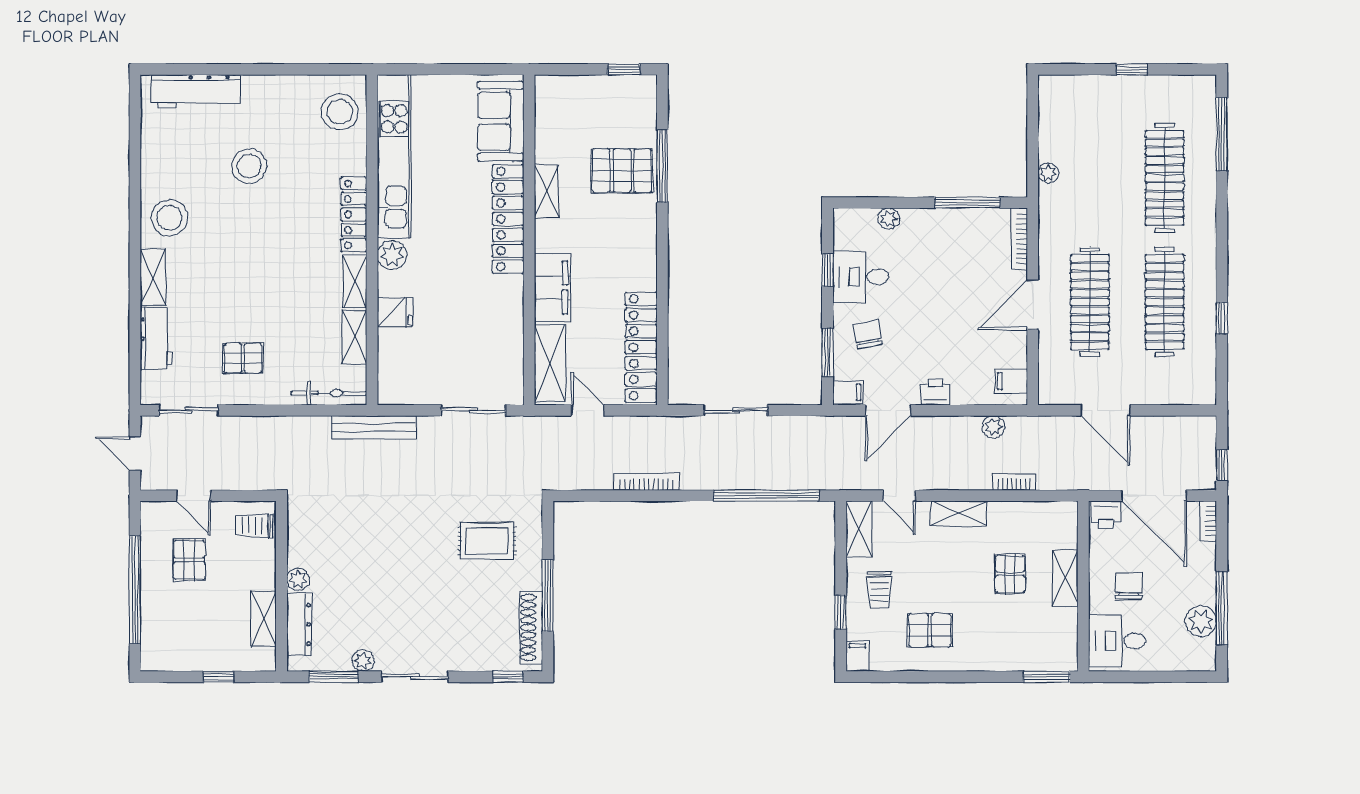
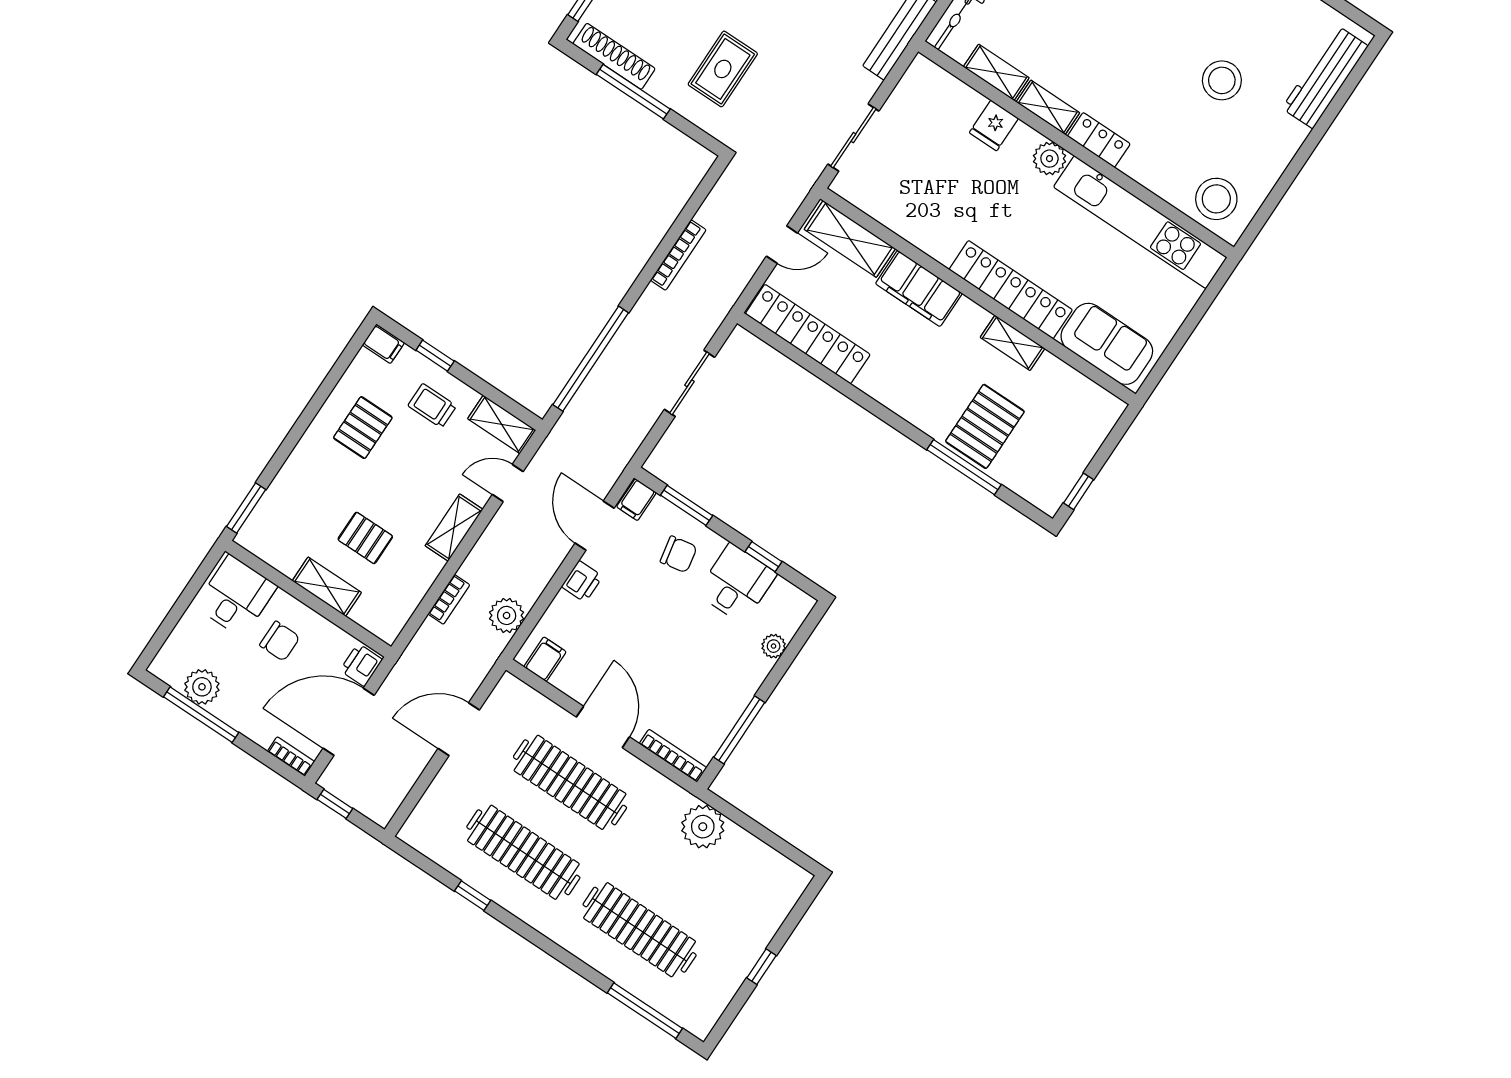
plant: (1048, 173) -> (703, 827), width x1.88, depth x1.88
locker: (354, 214) -> (1099, 140), width x0.66
plant: (993, 427) -> (507, 615), width x1.38, depth x1.38

